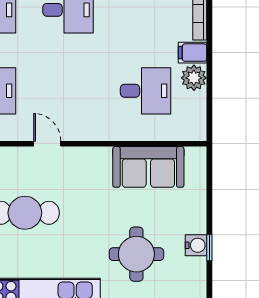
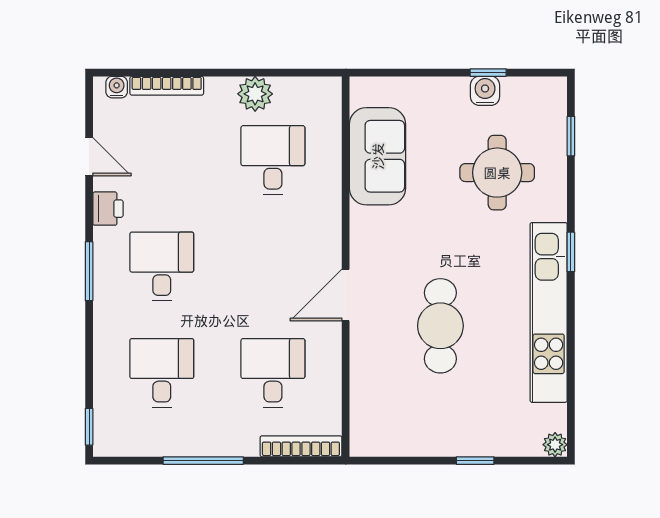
filing cabinet: (193, 53) -> (221, 96), removed
door: (47, 144) -> (346, 295), width x1.37

